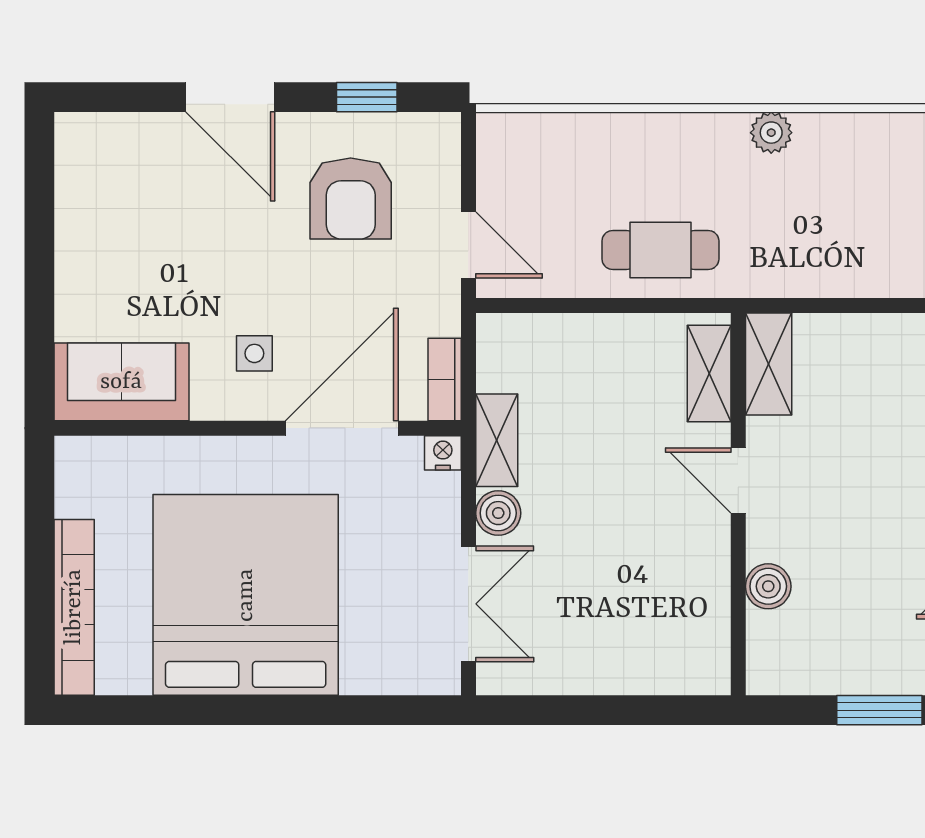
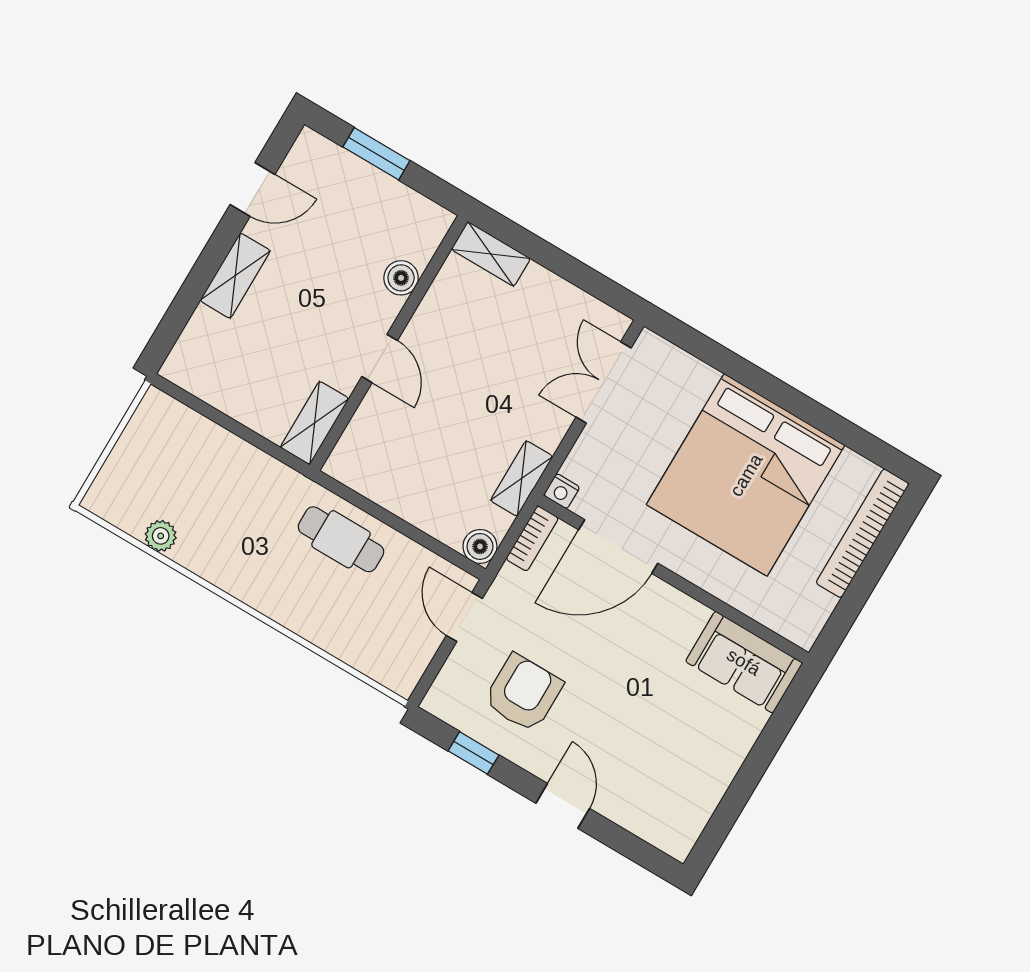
door: (230, 97) -> (563, 806), width x0.73
plant: (771, 133) -> (161, 536), moved
side table: (254, 353) -> (646, 629), removed
shelving: (709, 373) -> (491, 254), moved, turned 90
boiler: (498, 513) -> (480, 546), moved

